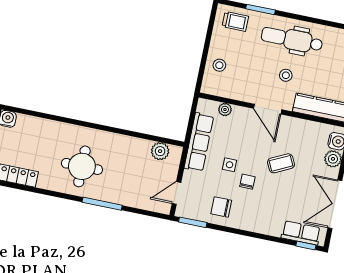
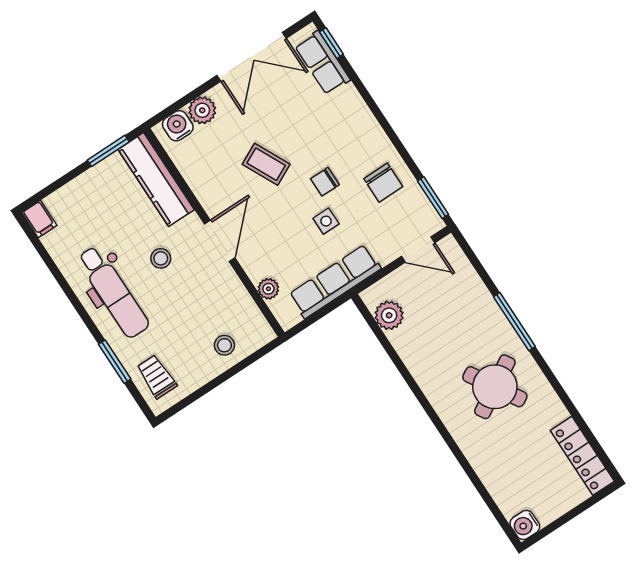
round table: (82, 166) -> (495, 387), turned -31

